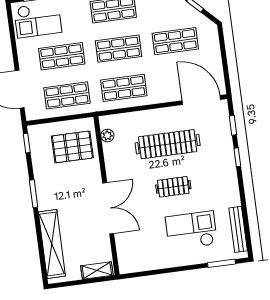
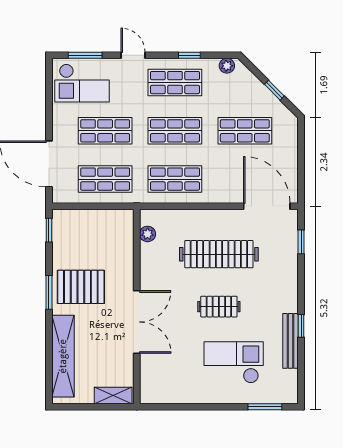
pallet: (72, 147) -> (81, 287), moved
window: (237, 157) -> (301, 326), moved
bench: (238, 229) -> (290, 341), moved

